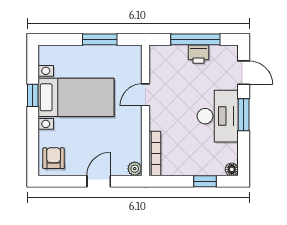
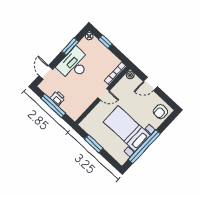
window: (33, 95) -> (144, 147), width x3.17
door: (145, 95) -> (104, 94), moved
window: (244, 115) -> (70, 46), moved

